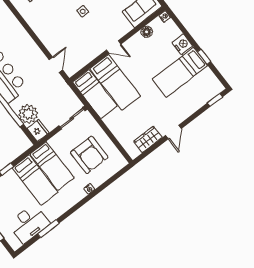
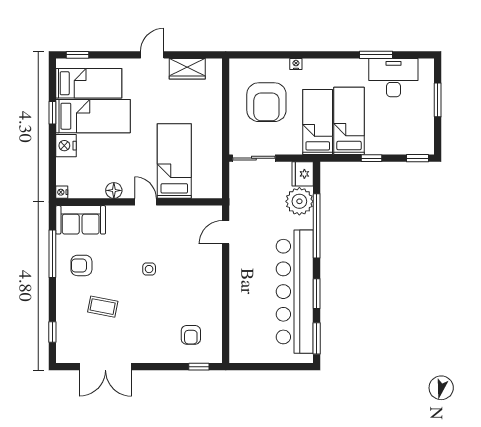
floor lamp: (147, 32) -> (114, 190), moved
bed: (95, 94) -> (89, 83), moved, turned 90
armchair: (89, 155) -> (266, 102), turned 180

